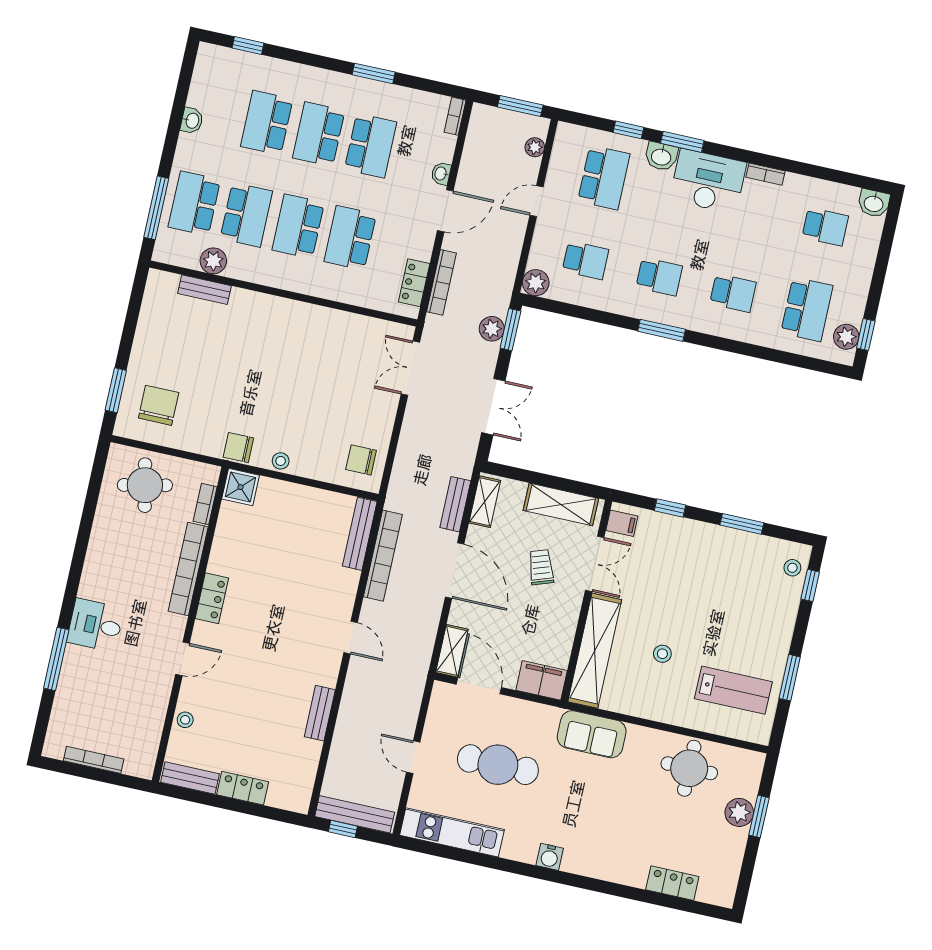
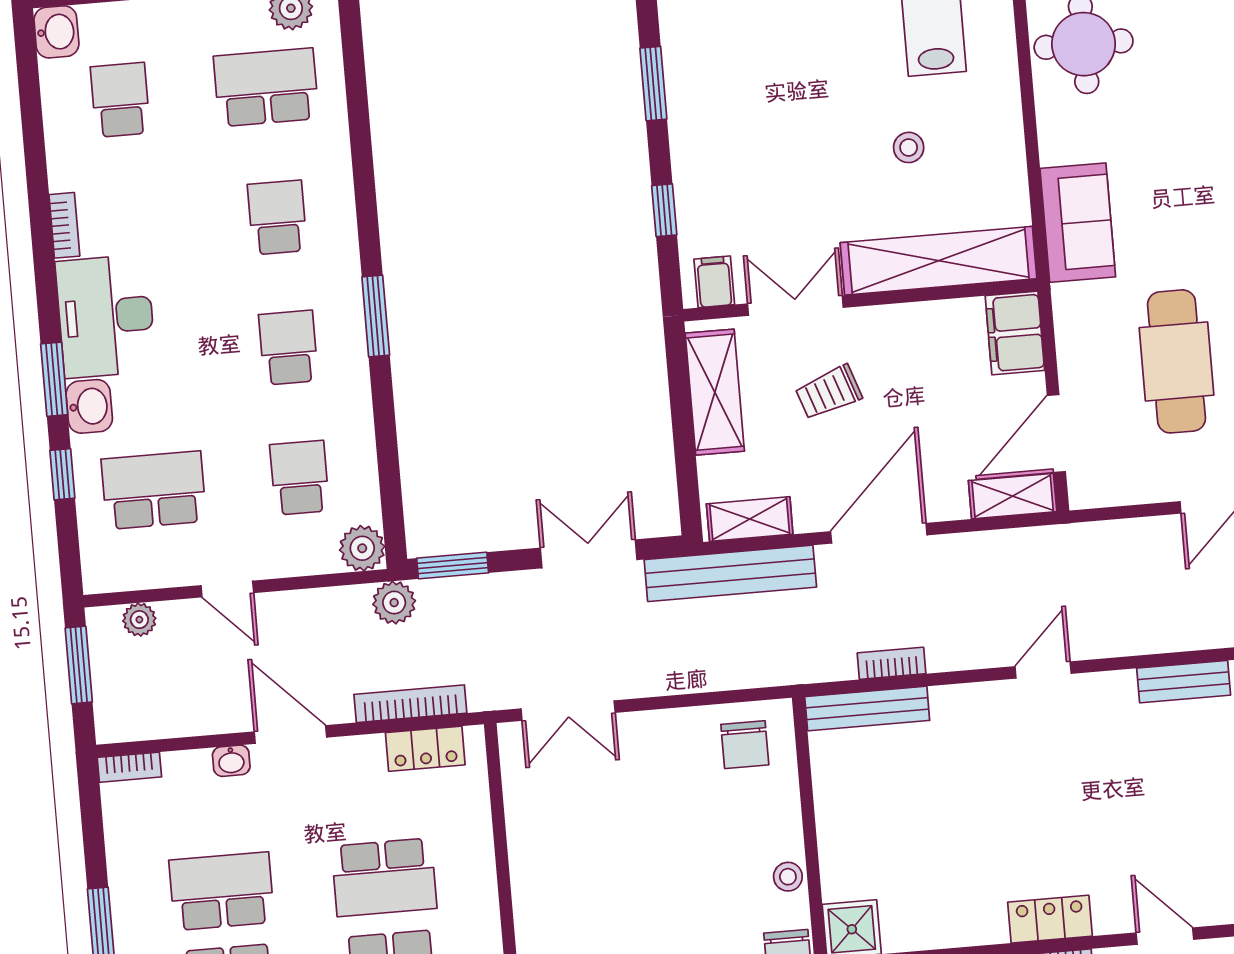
plant: (492, 329) -> (394, 603), moved
bench: (455, 504) -> (730, 573), width x1.86, depth x1.21
bookcase: (383, 556) -> (892, 663), width x0.43, depth x0.76

